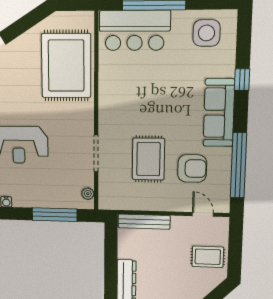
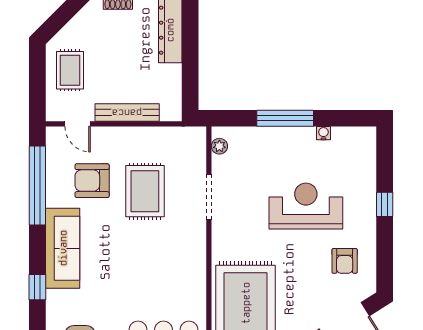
window: (55, 215) -> (285, 118), moved
bench: (144, 222) -> (127, 113), moved
rug: (208, 257) -> (70, 70), turned 90

